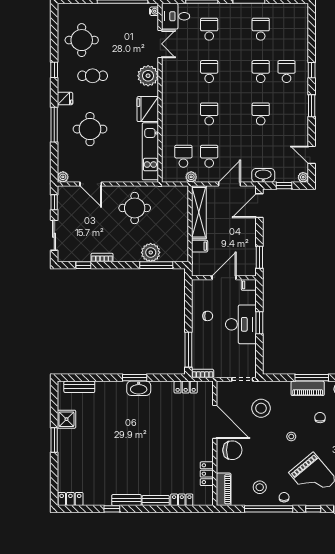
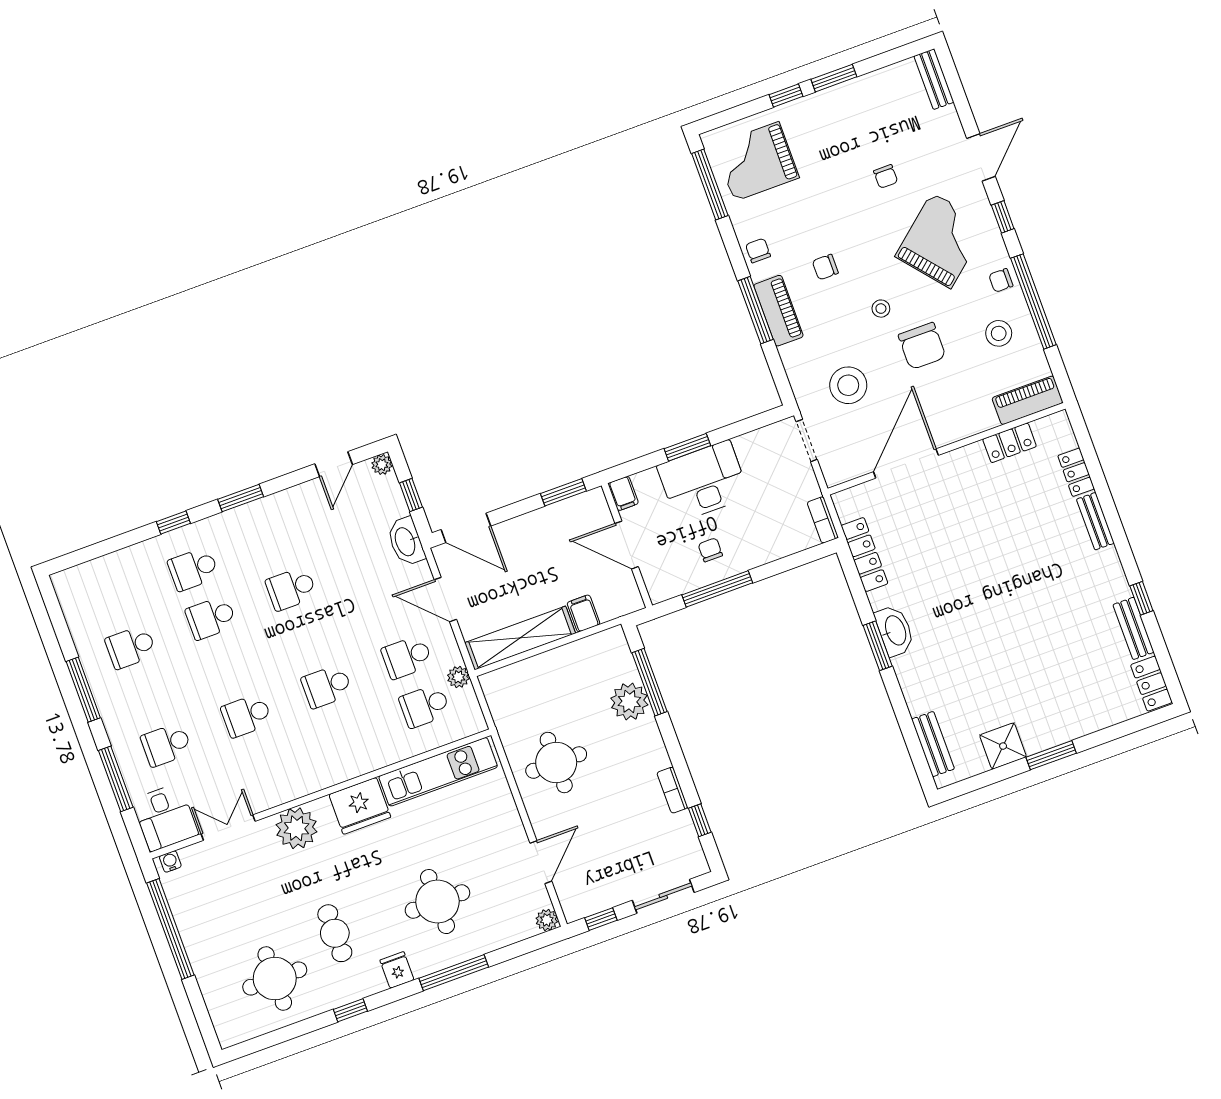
window: (188, 350) -> (717, 589), moved
locker: (186, 387) -> (864, 555), width x1.53
chair: (232, 450) -> (922, 346), moved, turned 180
bench: (126, 500) -> (1133, 628), moved

